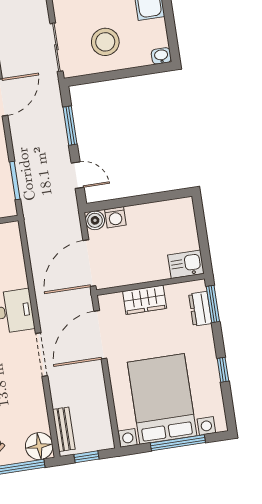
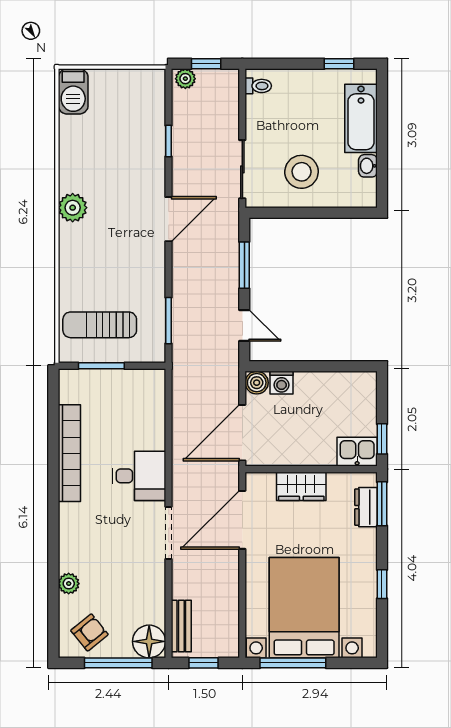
washbasin: (161, 56) -> (368, 166), moved, turned -90
window: (205, 251) -> (382, 439), added
window: (178, 443) -> (293, 663), moved

